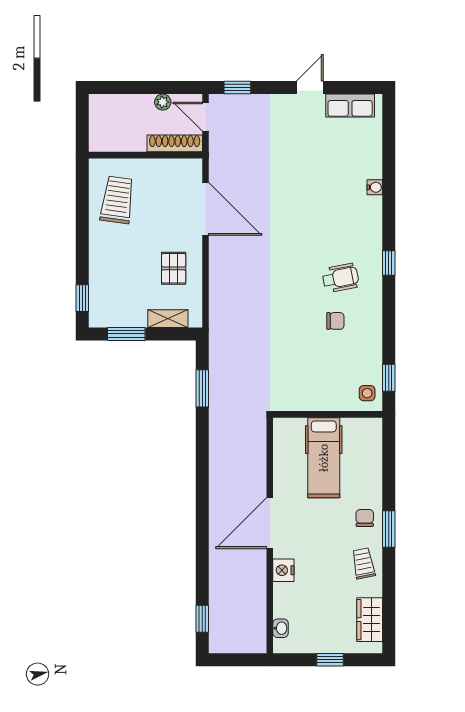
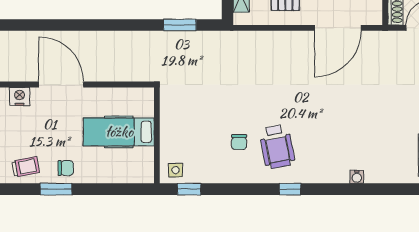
wheelchair: (340, 278) -> (277, 147), width x1.36, depth x1.37

